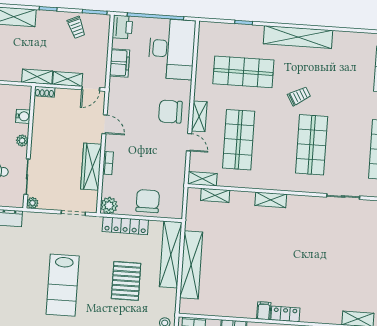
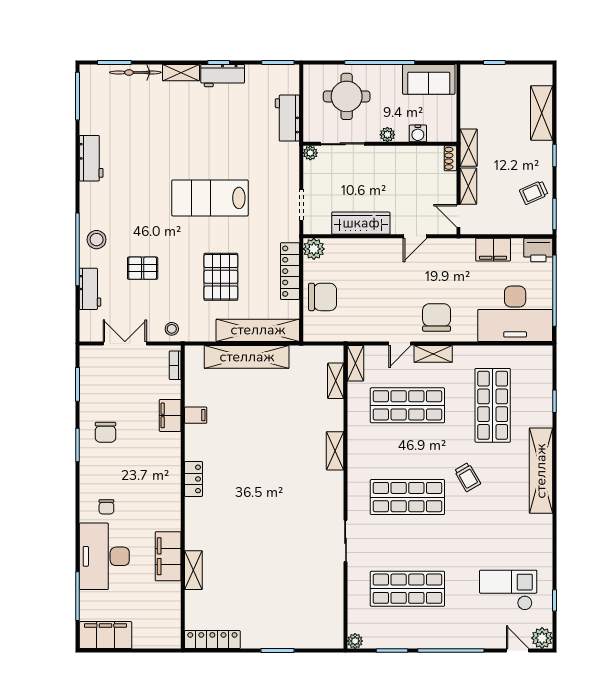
bookcase: (108, 163) -> (367, 244), removed
pallet: (126, 281) -> (221, 277), turned 90
filing cabinet: (264, 311) -> (196, 415), moved

